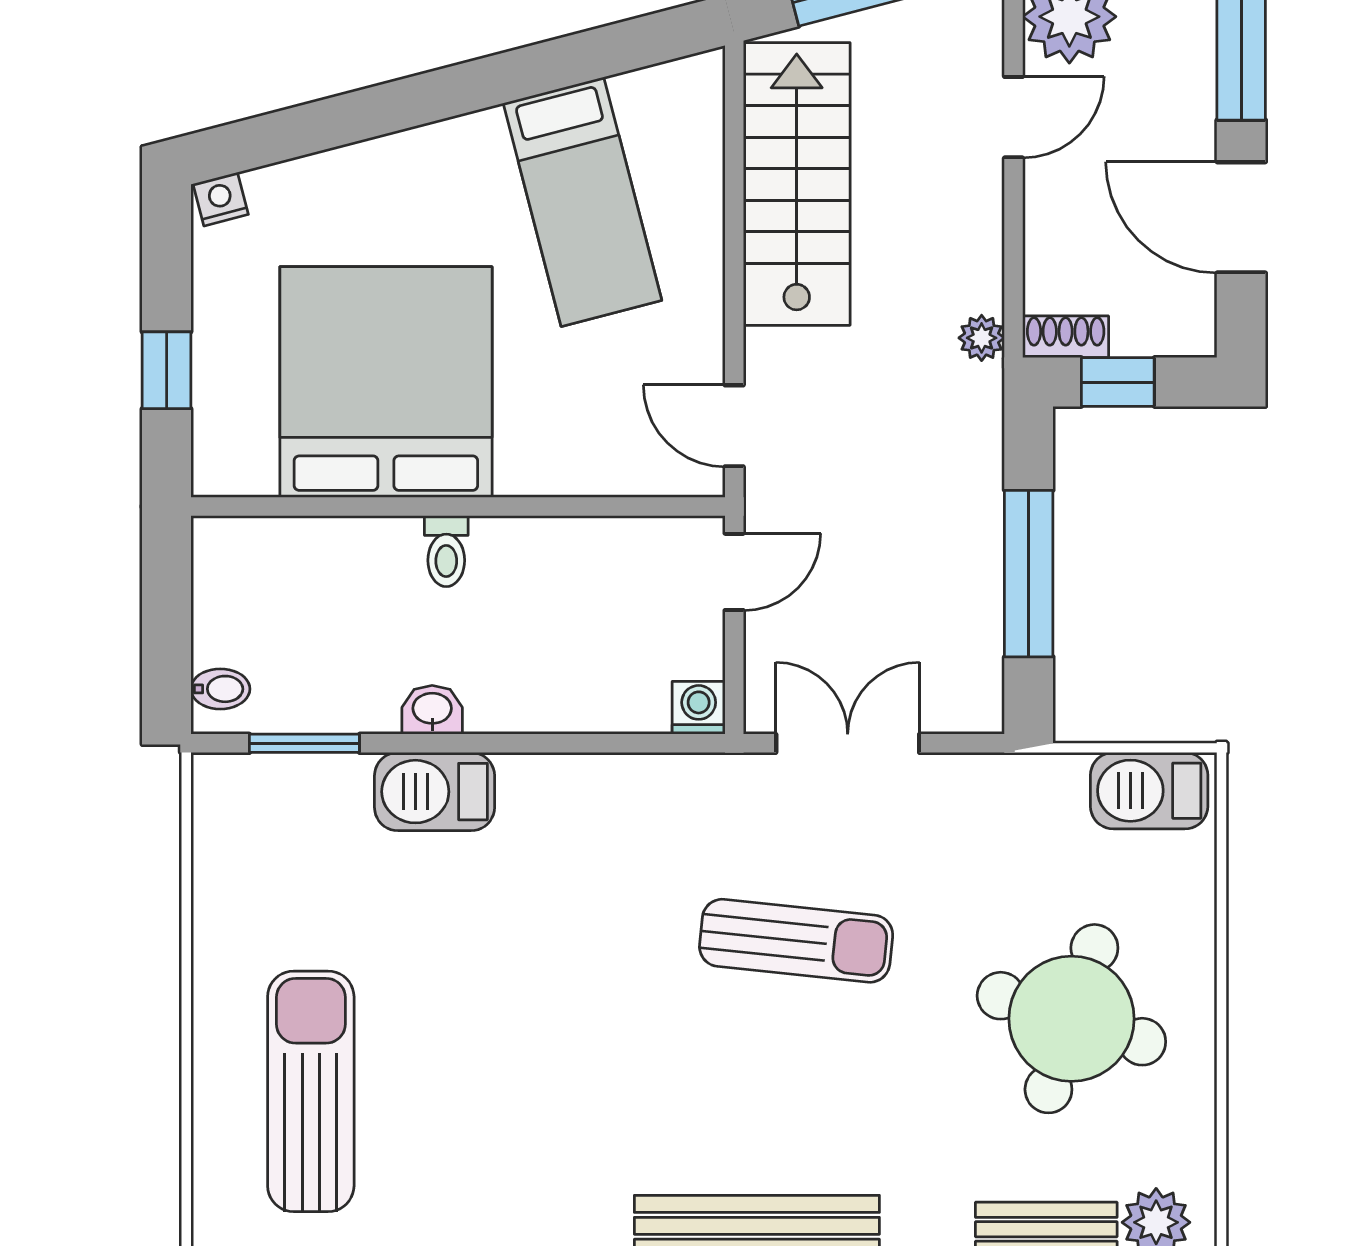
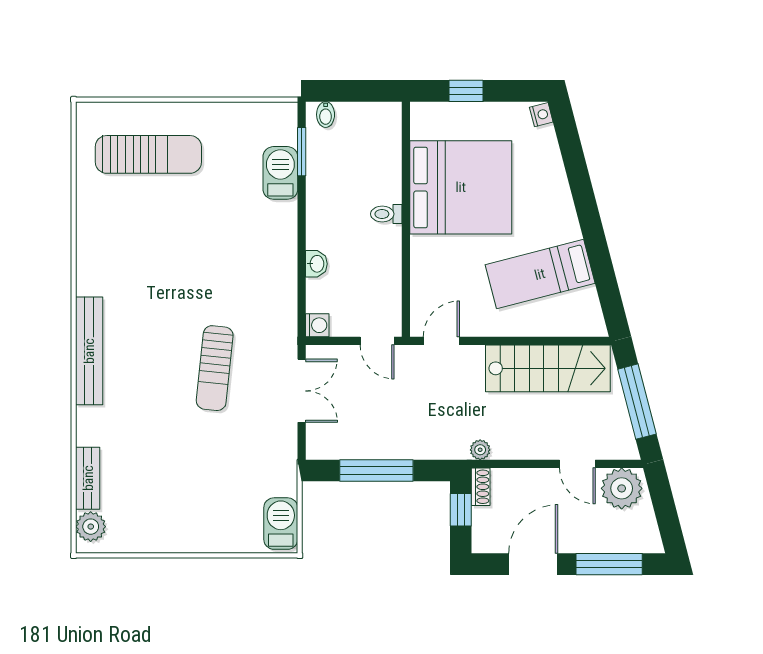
washbasin: (432, 710) -> (316, 264), moved
barbecue: (435, 792) -> (280, 173), moved
round table: (1071, 1019) -> (180, 489), removed

